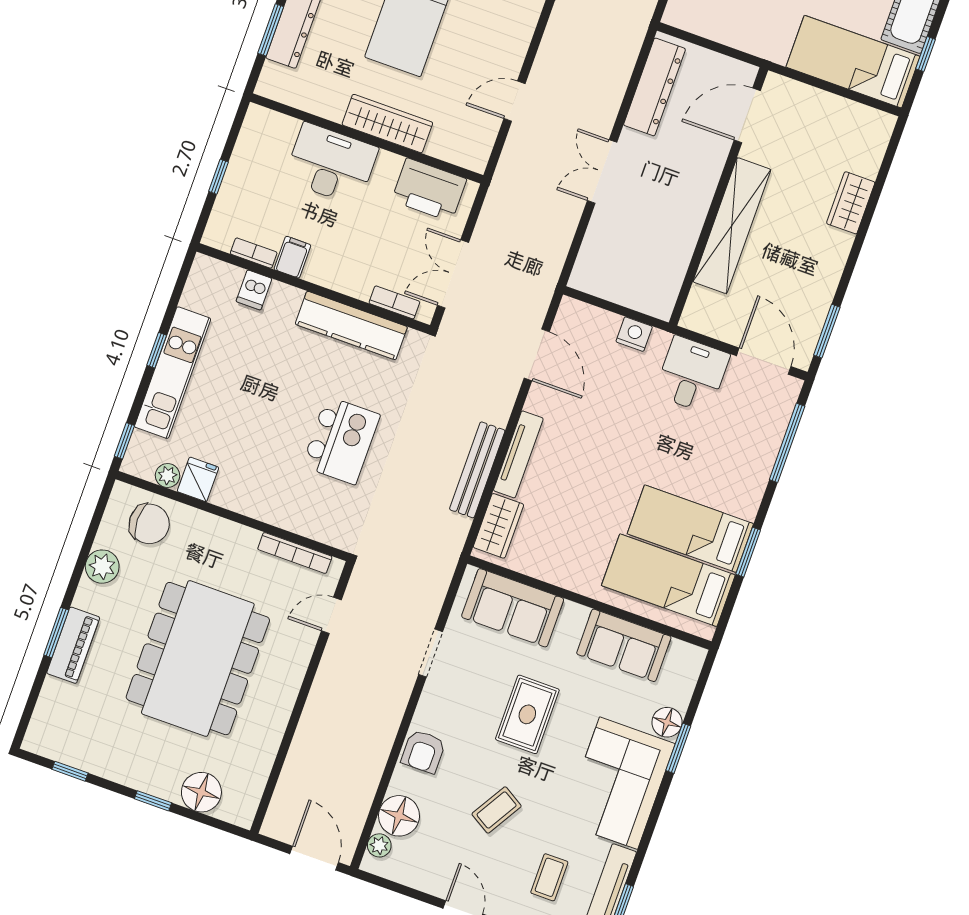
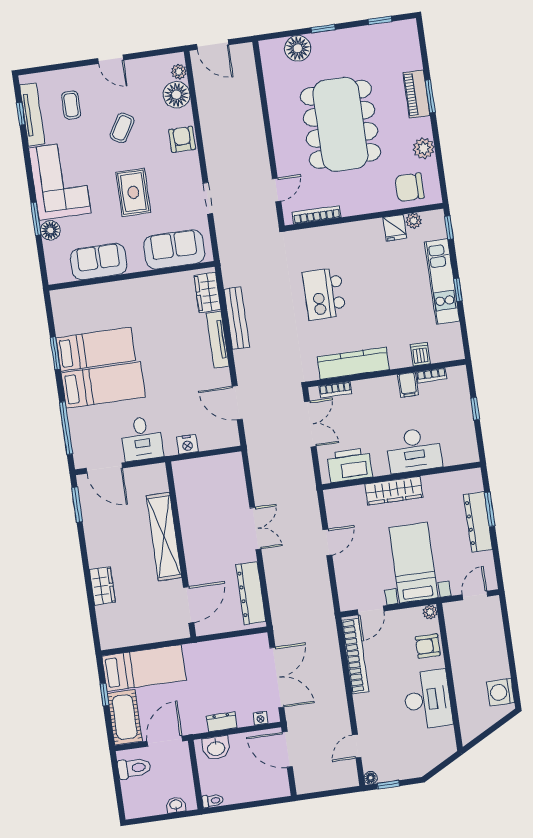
bed: (668, 580) -> (103, 385), moved

